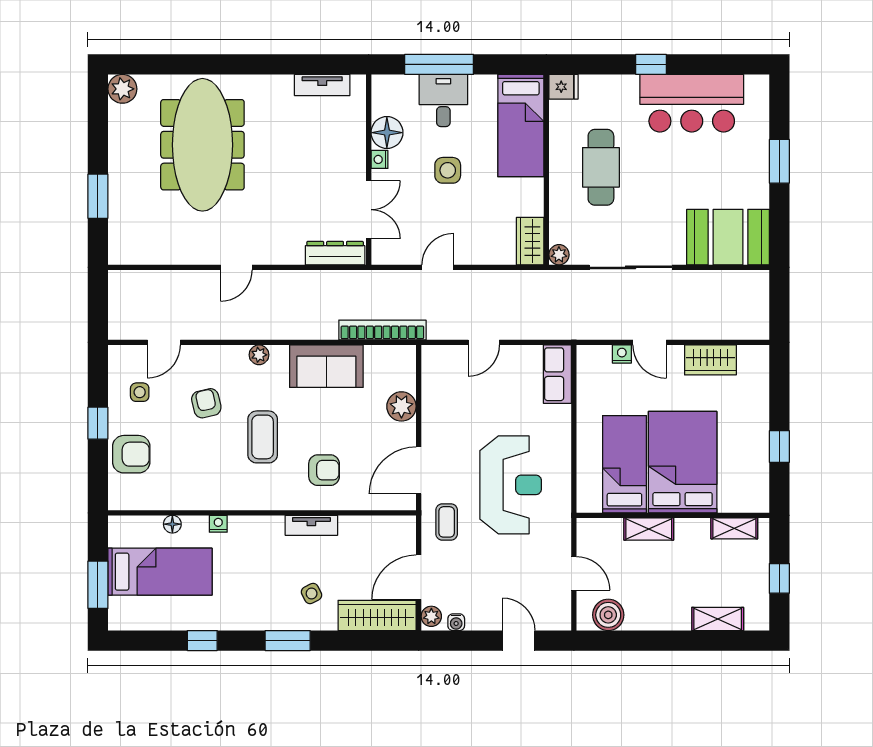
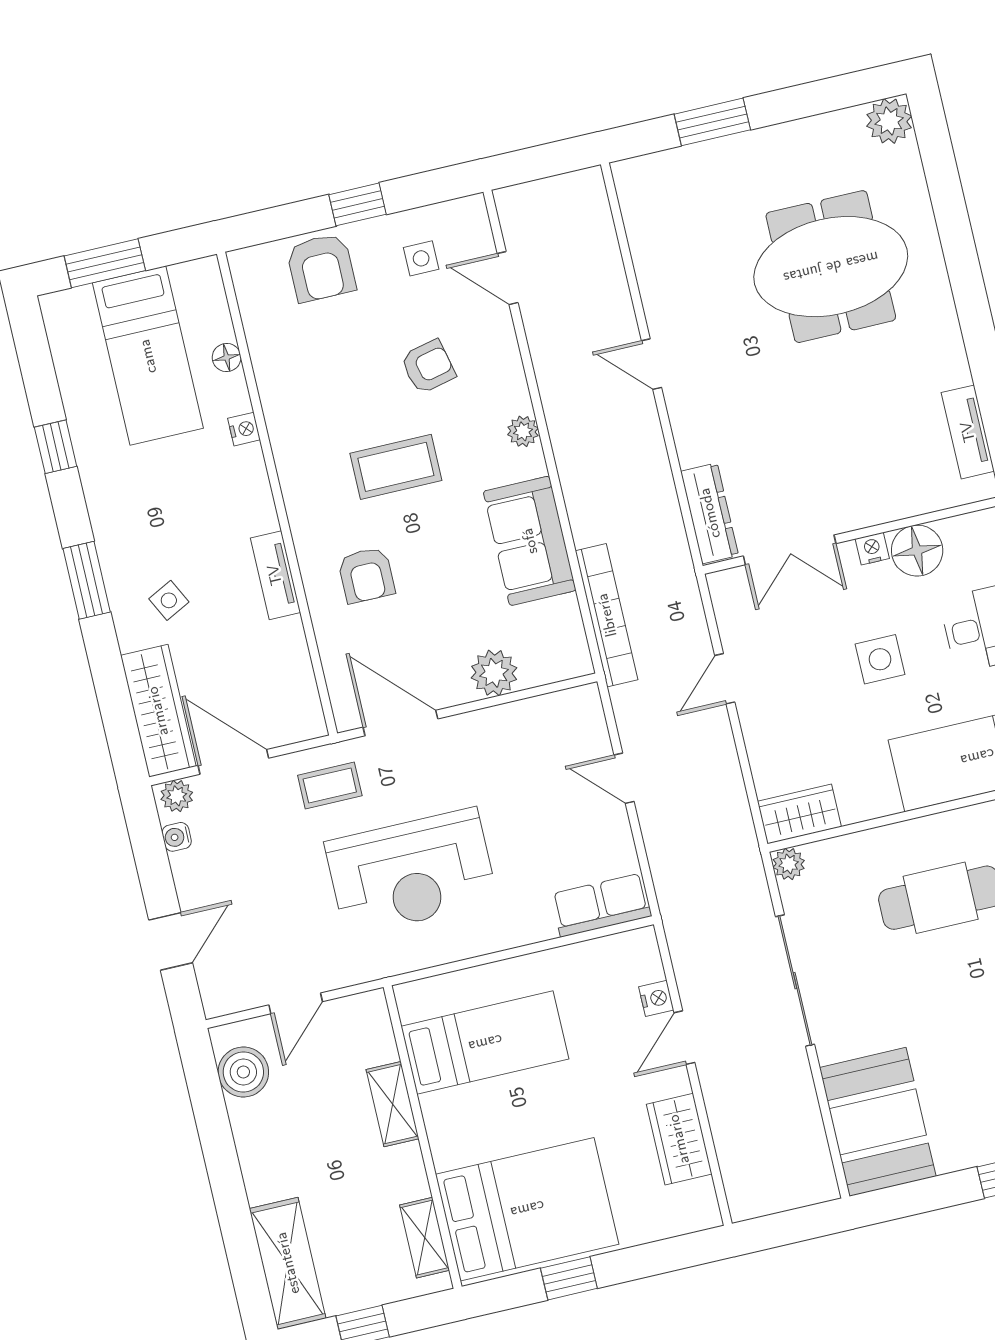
meeting table: (202, 145) -> (831, 267), width x0.73
door: (438, 267) -> (725, 679), swing flipped
bed: (683, 462) -> (527, 1209), moved
shelving: (718, 619) -> (288, 1263), width x1.50, depth x1.33

